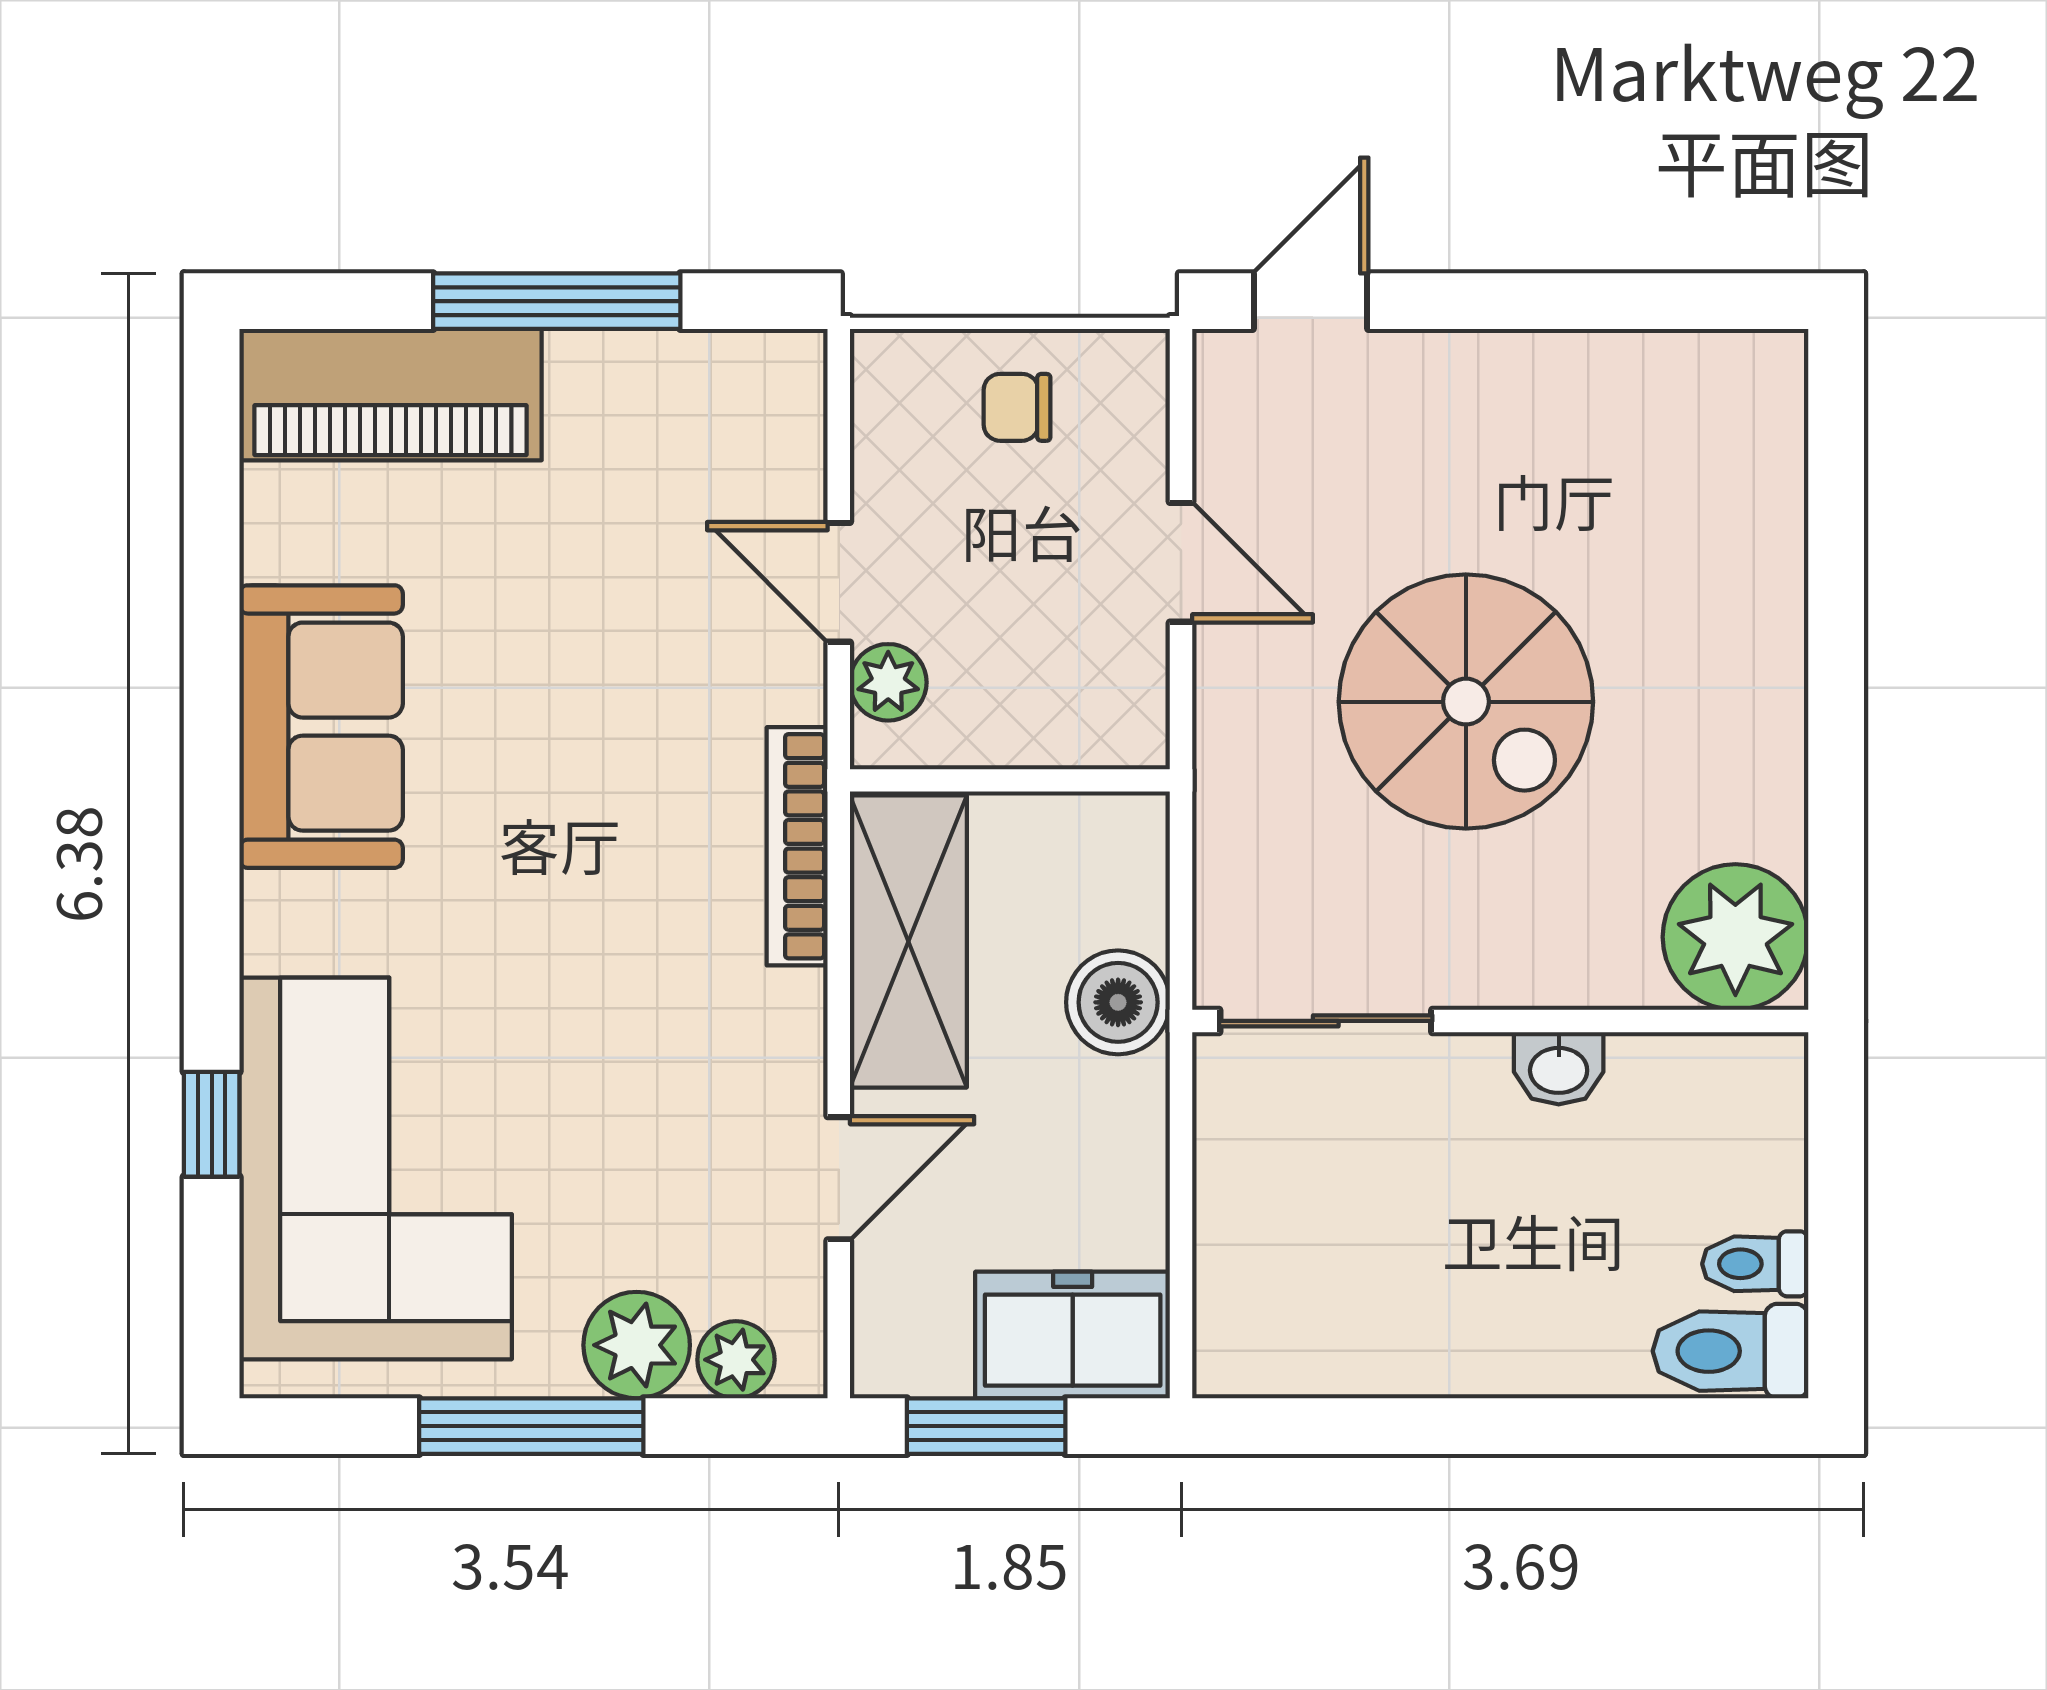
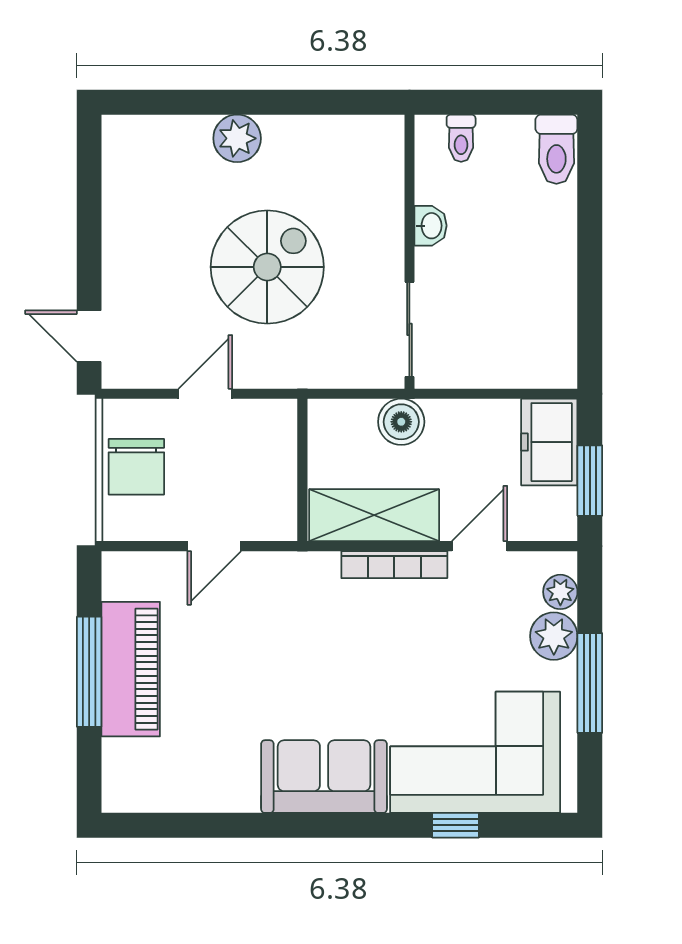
piano: (391, 395) -> (131, 669), moved
chair: (1017, 407) -> (136, 467), width x1.87, depth x1.87
plant: (888, 682) -> (259, 524), removed
sofa: (321, 727) -> (324, 777), moved
bookcase: (797, 846) -> (394, 565), moved
plant: (1735, 937) -> (237, 138), moved, width x0.73, depth x0.73
door: (839, 1178) -> (479, 546), hinge flipped
toilet: (1755, 1264) -> (461, 138), moved

